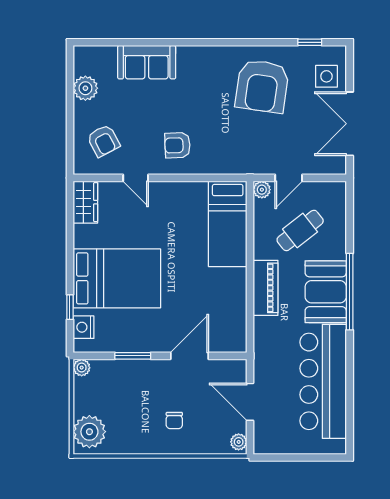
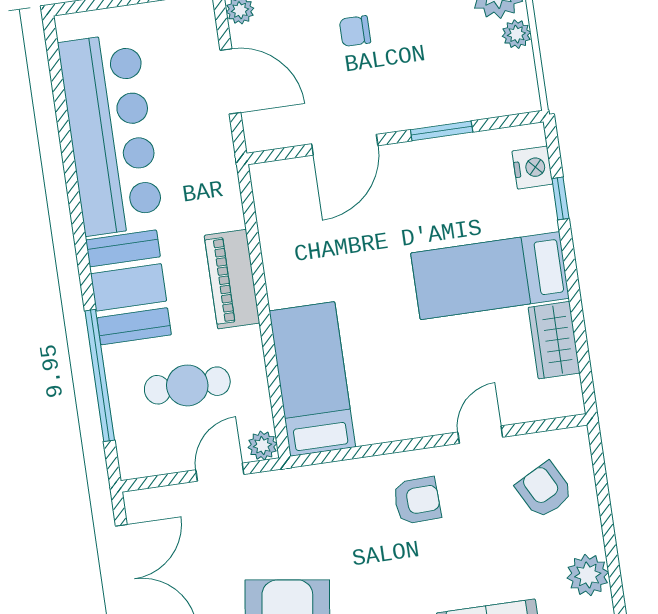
door: (136, 178) -> (480, 435), hinge flipped
wardrobe: (85, 202) -> (554, 340), moved
cafe table: (300, 230) -> (187, 385), turned 38
bed: (117, 278) -> (490, 276), width x0.67
window: (350, 292) -> (100, 375), moved
plant: (82, 368) -> (516, 34), moved
chair: (174, 420) -> (355, 31), turned -90

